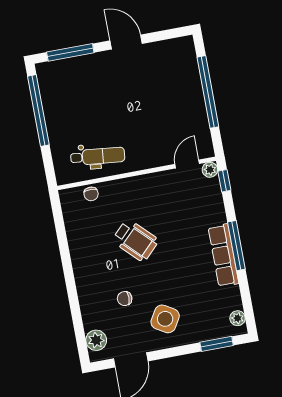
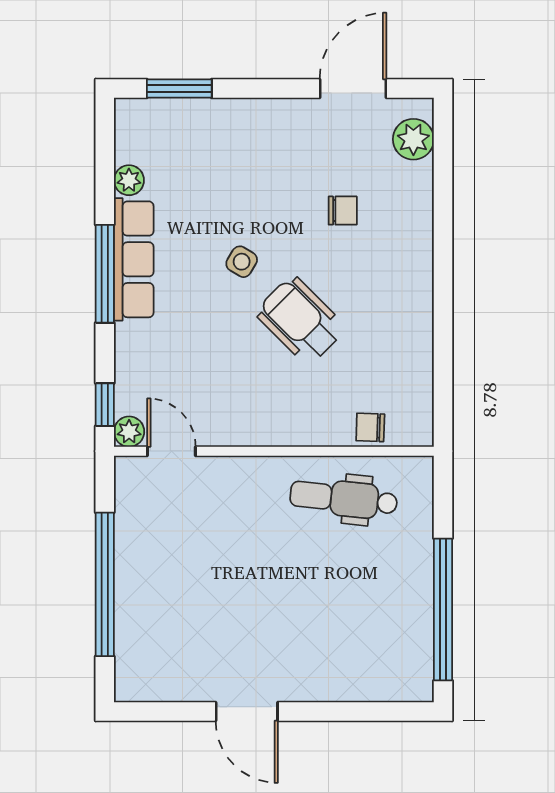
window: (70, 52) -> (360, 712), removed
door: (187, 164) -> (171, 451), swing flipped
chair: (91, 194) -> (370, 427), turned -88
plant: (238, 318) -> (129, 180), moved
side table: (165, 319) -> (242, 262), moved, width x0.54, depth x0.54

